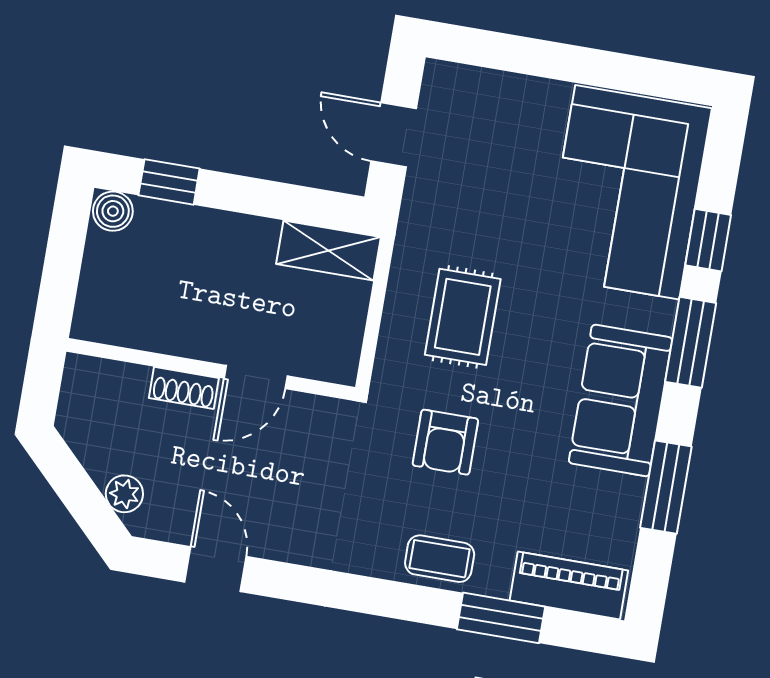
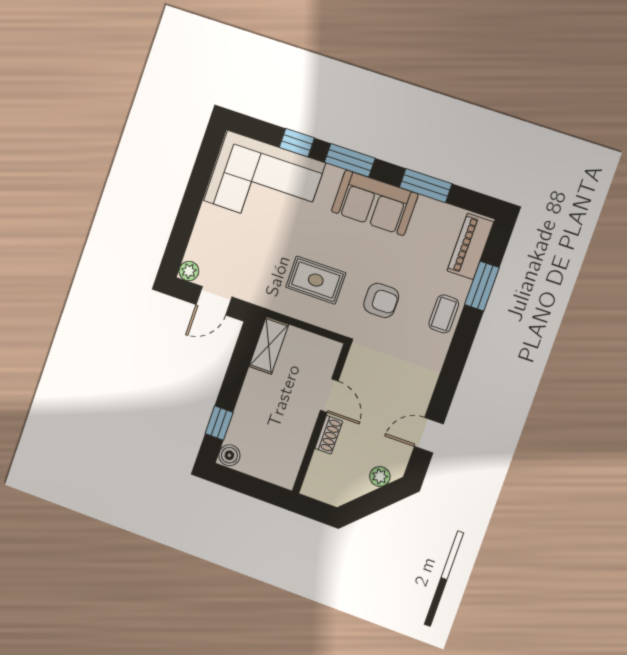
plant: (441, 79) -> (189, 271), added

